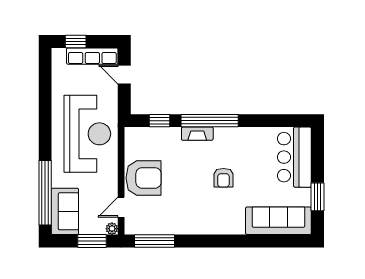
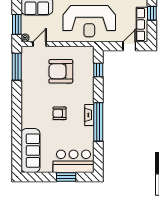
window: (210, 121) -> (98, 122), moved
fireplace: (197, 134) -> (89, 115), moved
armchair: (144, 178) -> (61, 71), moved, turned 90
window: (317, 197) -> (66, 177), moved
door: (121, 207) -> (40, 44), hinge flipped

